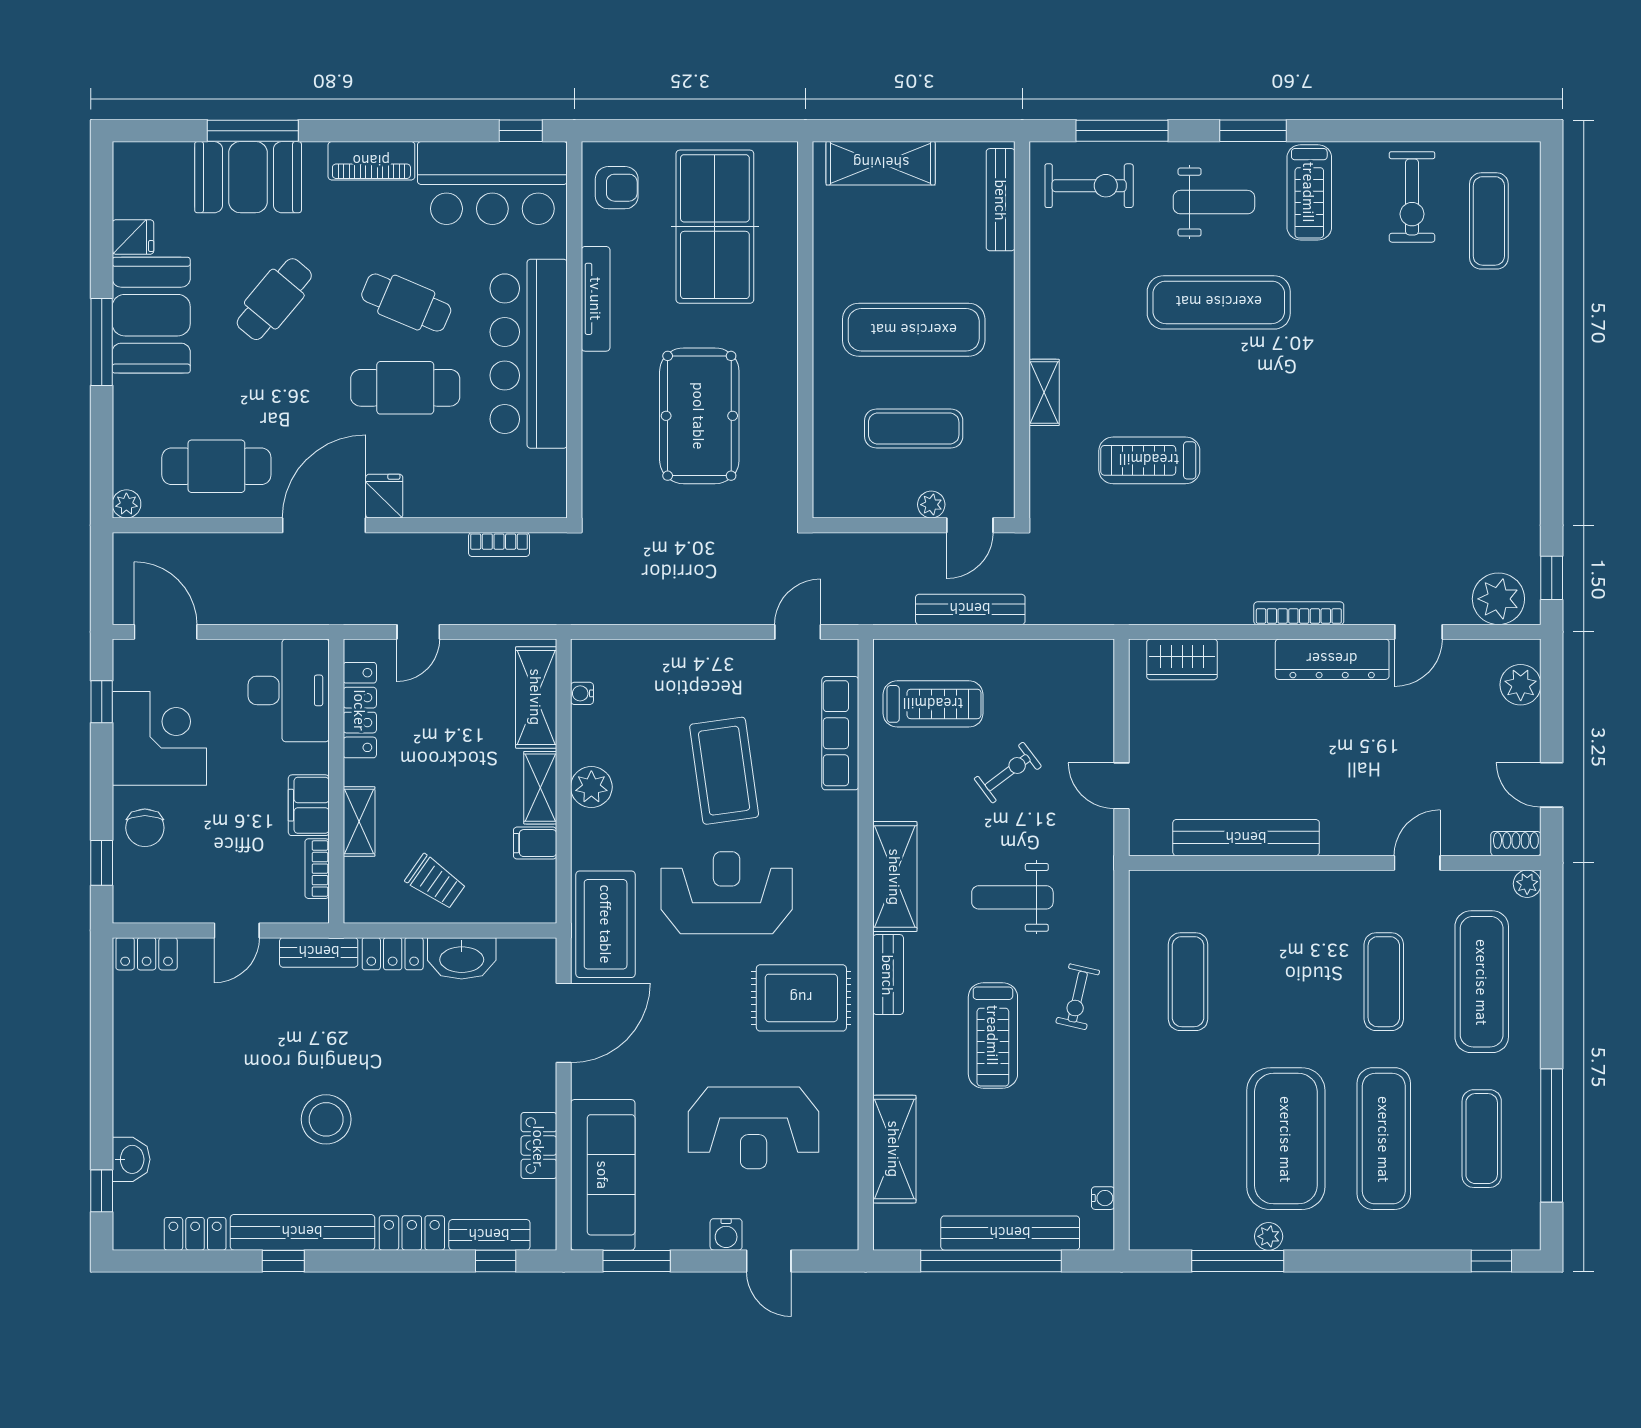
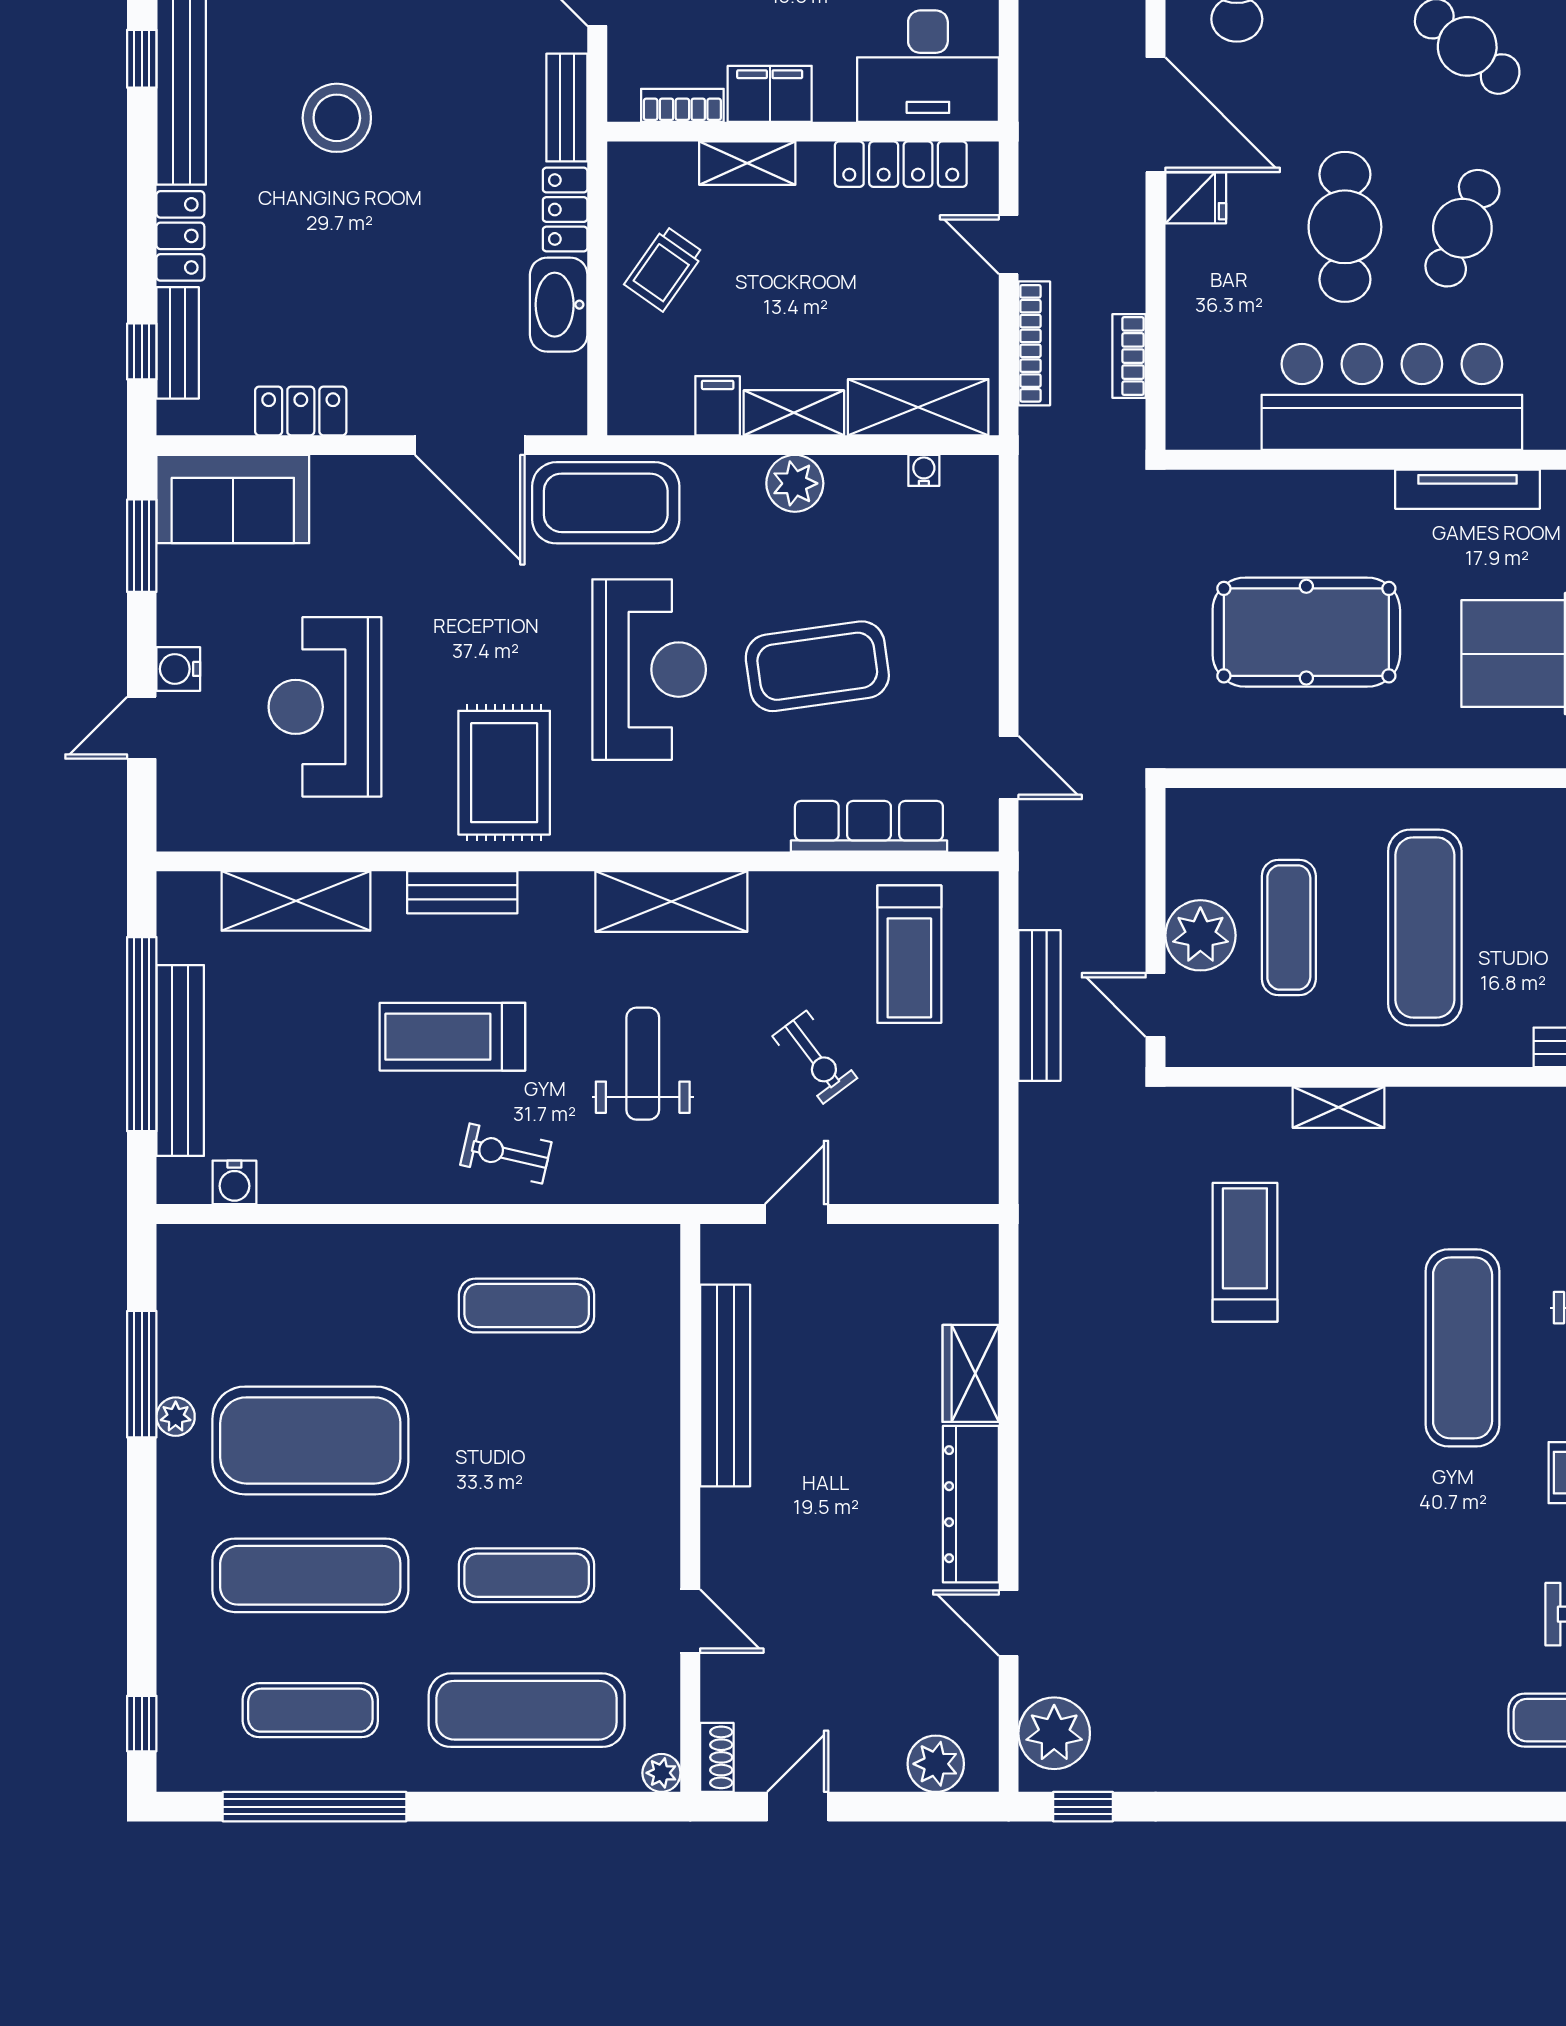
plant: (931, 505) -> (1200, 935), width x1.87, depth x1.87
bookcase: (1299, 613) -> (1034, 343), moved
wardrobe: (1182, 659) -> (971, 1373), moved
bench: (888, 975) -> (462, 892), moved
sofa: (603, 1175) -> (233, 499), width x0.73
water cooler: (1103, 1198) -> (234, 1182), width x1.38, depth x1.38

